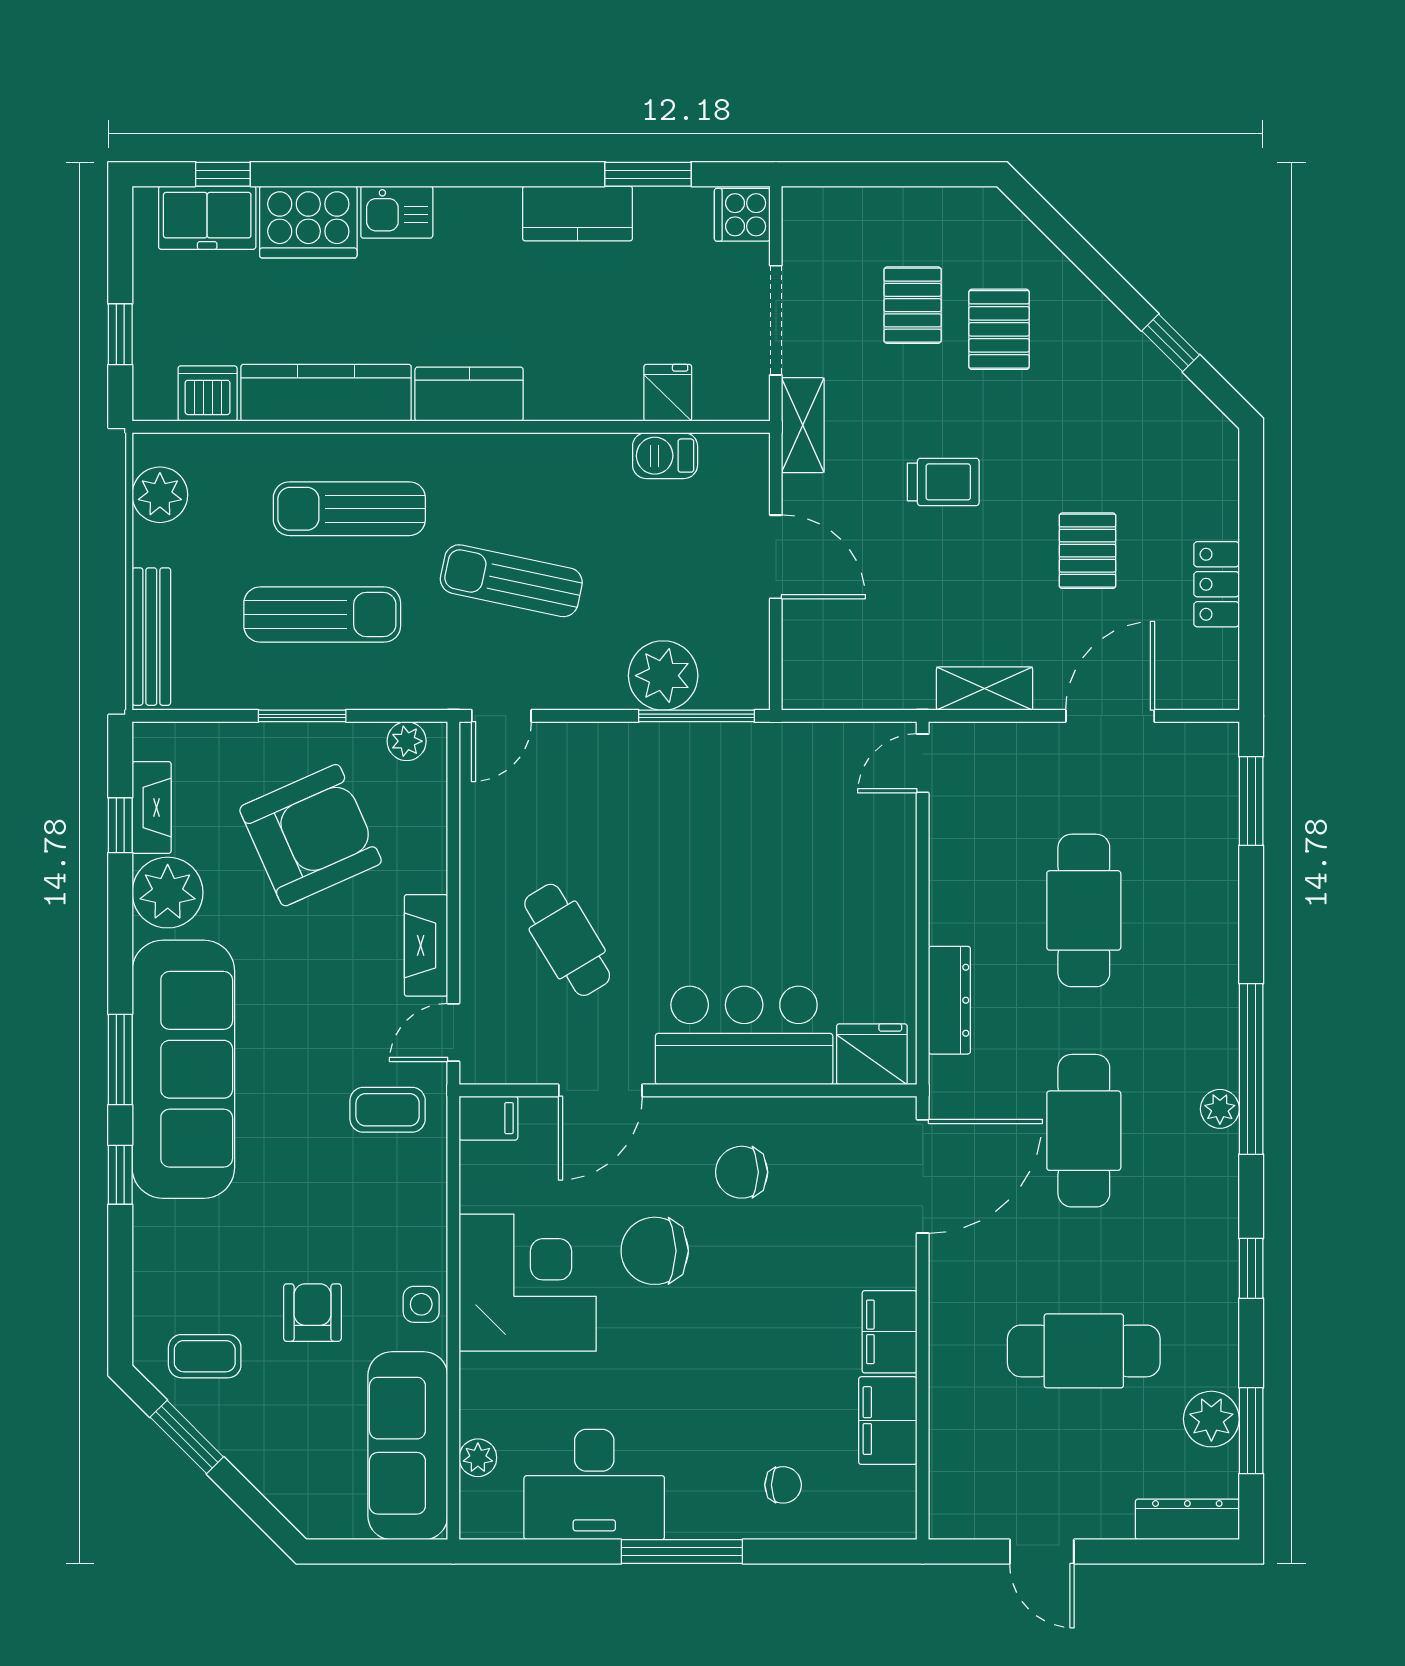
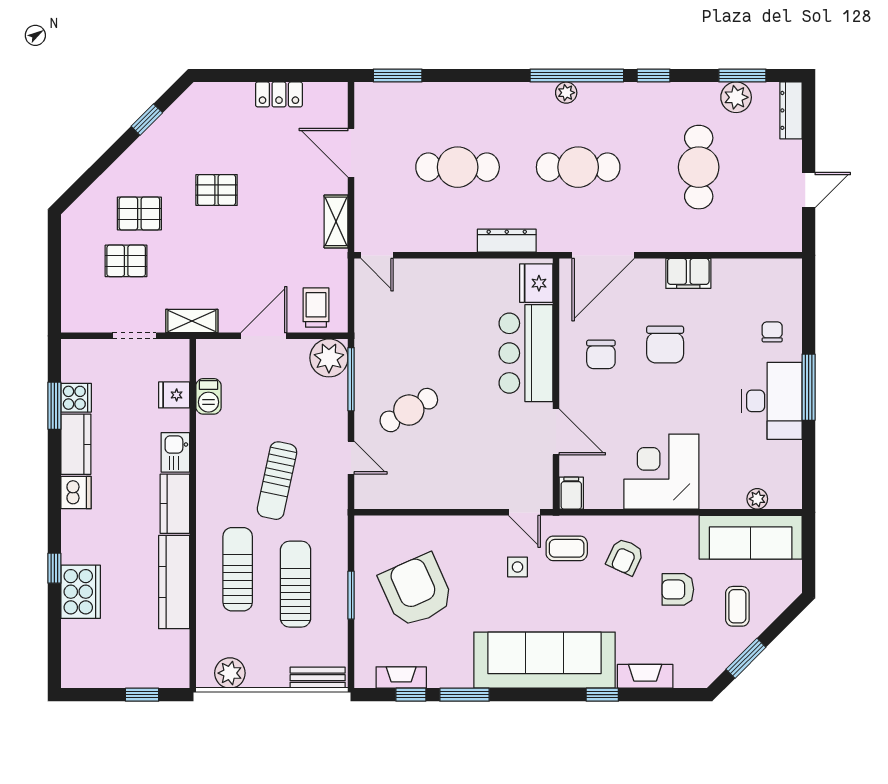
window: (223, 174) -> (54, 568), moved
kitchen sink: (397, 212) -> (175, 452), moved, turned 180
cooker: (742, 215) -> (76, 398), moved, turned -90
freezer: (207, 218) -> (78, 647), removed
doorway: (776, 320) -> (134, 336), width x0.73
dishwasher: (208, 394) -> (76, 493), moved, turned 180
trolley: (943, 482) -> (316, 308), moved
sun lounger: (349, 509) -> (238, 569), turned 180
pallet: (1088, 551) -> (217, 190), moved
bench: (151, 637) -> (318, 678), width x0.73
plant: (663, 676) -> (329, 358), moved
door: (501, 716) -> (351, 458), moved
plant: (407, 741) -> (365, 538), removed
plant: (168, 893) -> (448, 669), removed
cafe table: (567, 940) -> (409, 410), moved
fireplace: (426, 945) -> (645, 676), moved, turned 180
window: (120, 1060) -> (464, 695), moved
window: (1251, 1069) -> (577, 75), moved
coffee table: (388, 1110) -> (567, 548), turned 90
door: (923, 1176) -> (603, 255), swing flipped
armchair: (372, 1216) -> (625, 557), added
chair: (655, 1251) -> (665, 344), moved
side table: (421, 1304) -> (517, 567), moved
coffee table: (205, 1356) -> (737, 606), moved
filing cabinet: (888, 1421) -> (737, 274), removed
desk: (594, 1484) -> (772, 401), moved

